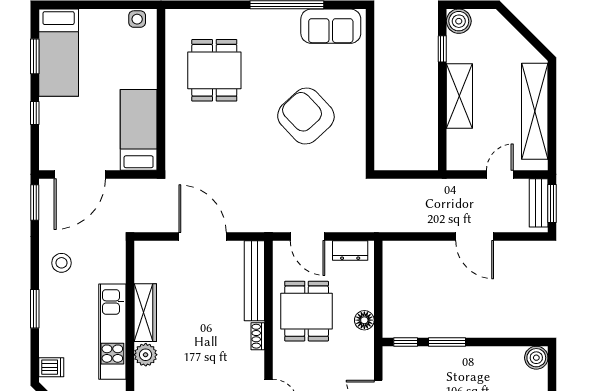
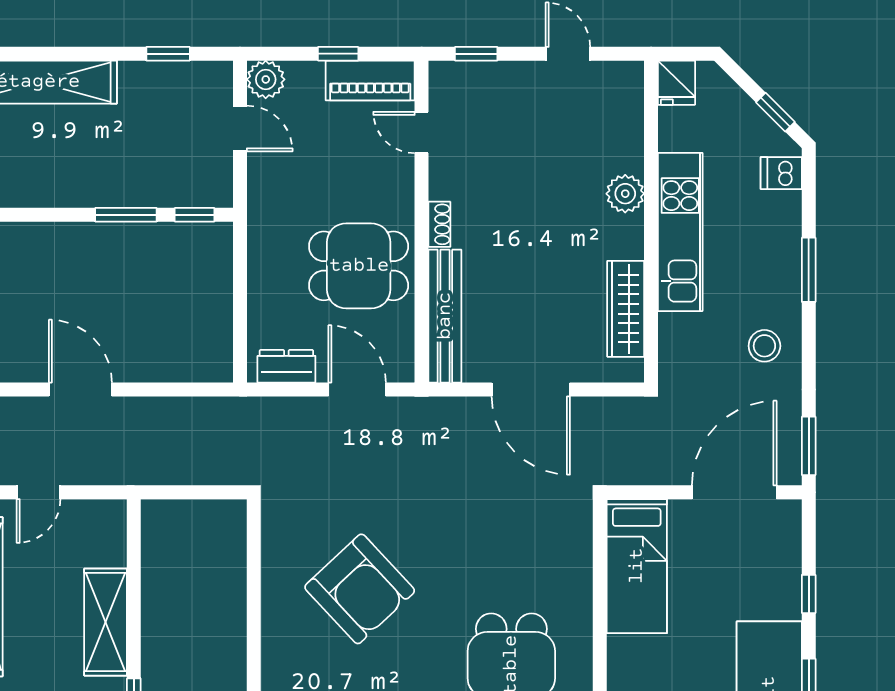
dining table: (307, 311) -> (359, 266), turned 90
wardrobe: (145, 313) -> (626, 309), moved
floor lamp: (364, 320) -> (263, 251), removed

